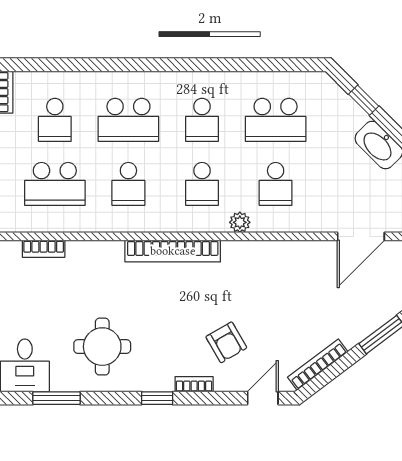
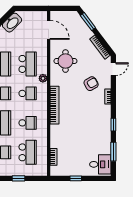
school desk: (276, 184) -> (28, 64), width x1.85
round table: (102, 347) -> (65, 61), moved
window: (157, 398) -> (113, 125), moved
door: (263, 398) -> (113, 69), swing flipped

